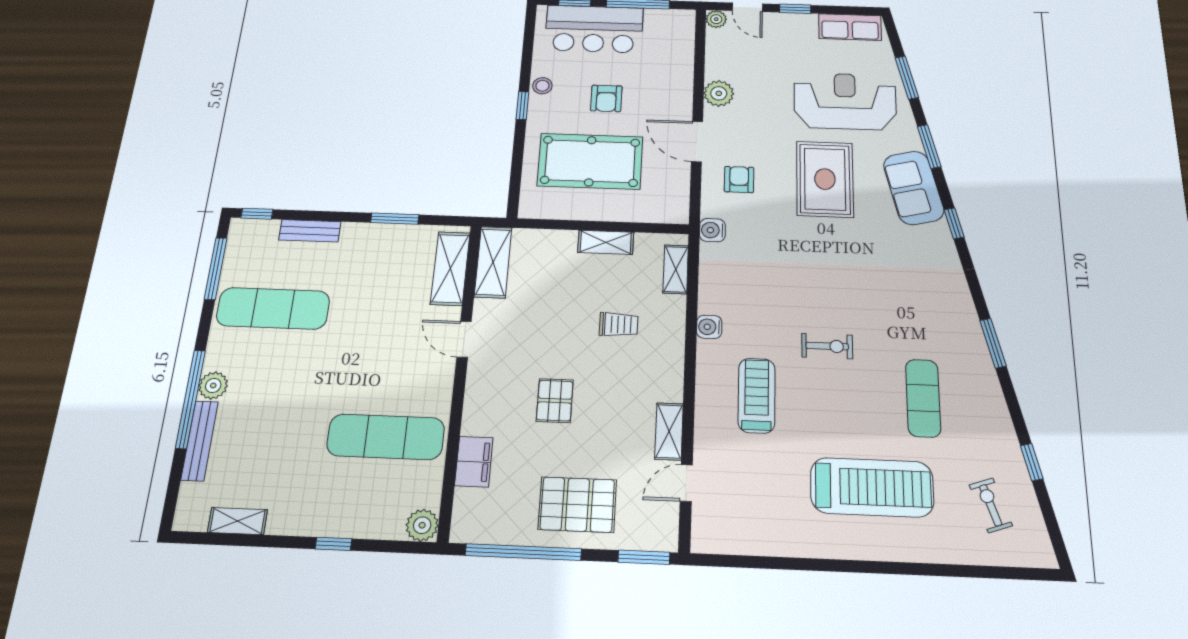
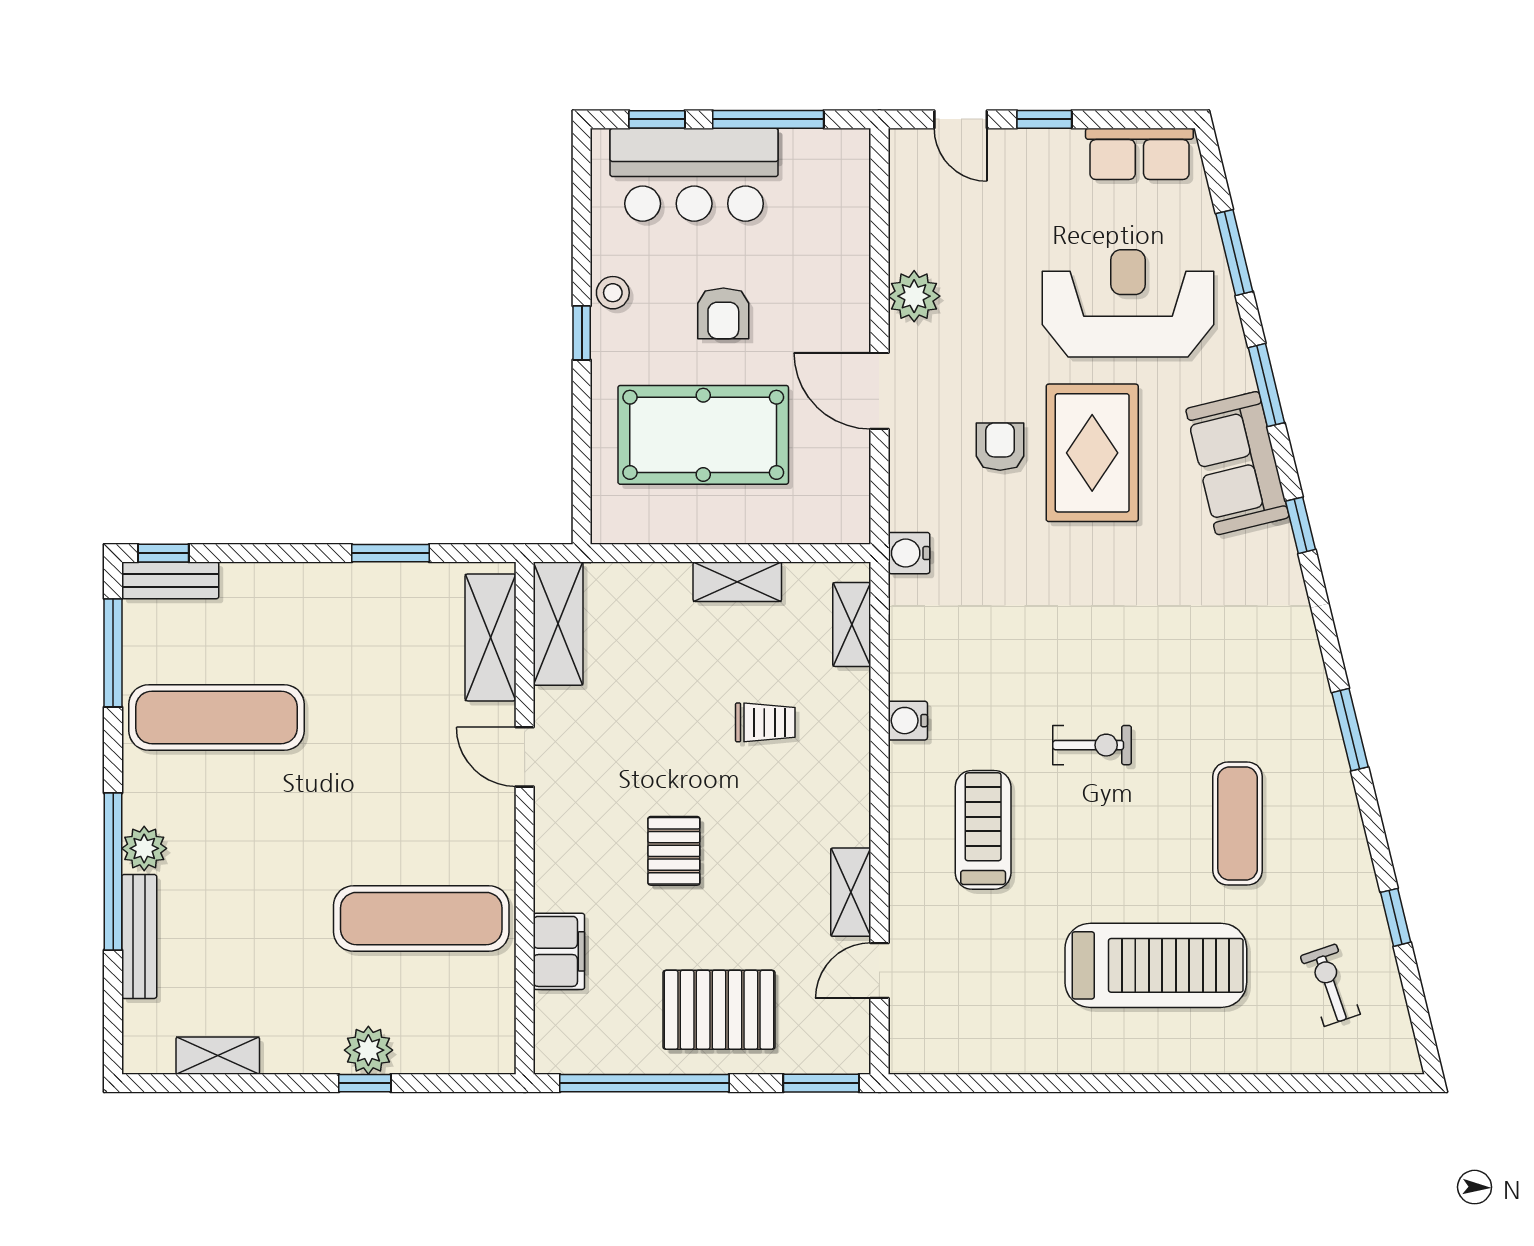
plant: (716, 19) -> (906, 146), removed
armchair: (739, 179) -> (1000, 447), moved
bench: (310, 231) -> (170, 580), moved
plant: (422, 525) -> (368, 1050), moved

